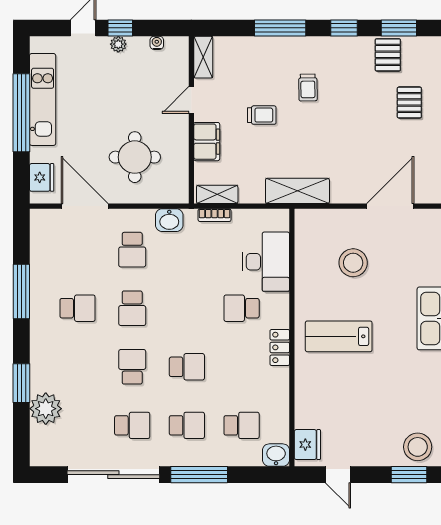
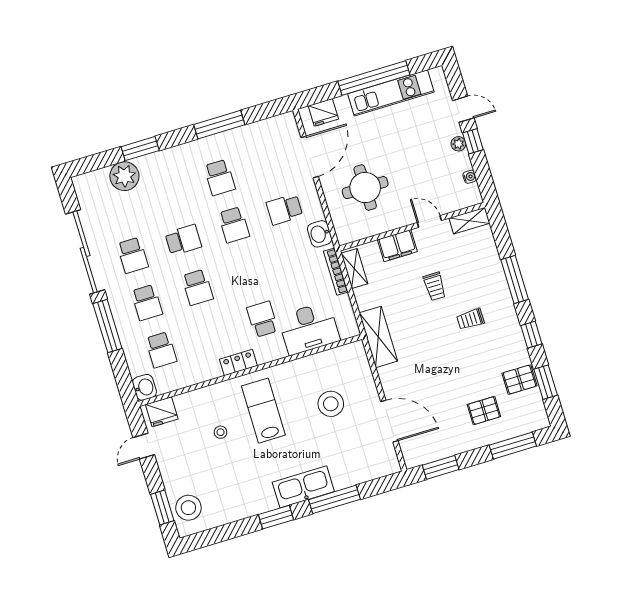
bookcase: (215, 215) -> (336, 272), width x1.56
school desk: (132, 308) -> (234, 225), turned -90
stool: (348, 389) -> (221, 432), added

